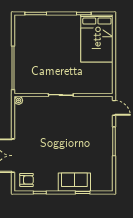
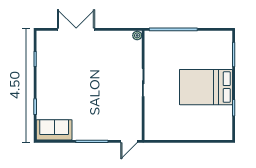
bed: (97, 38) -> (206, 87), moved
armchair: (27, 180) -> (49, 44), removed
sofa: (74, 182) -> (54, 130), moved, turned -90

